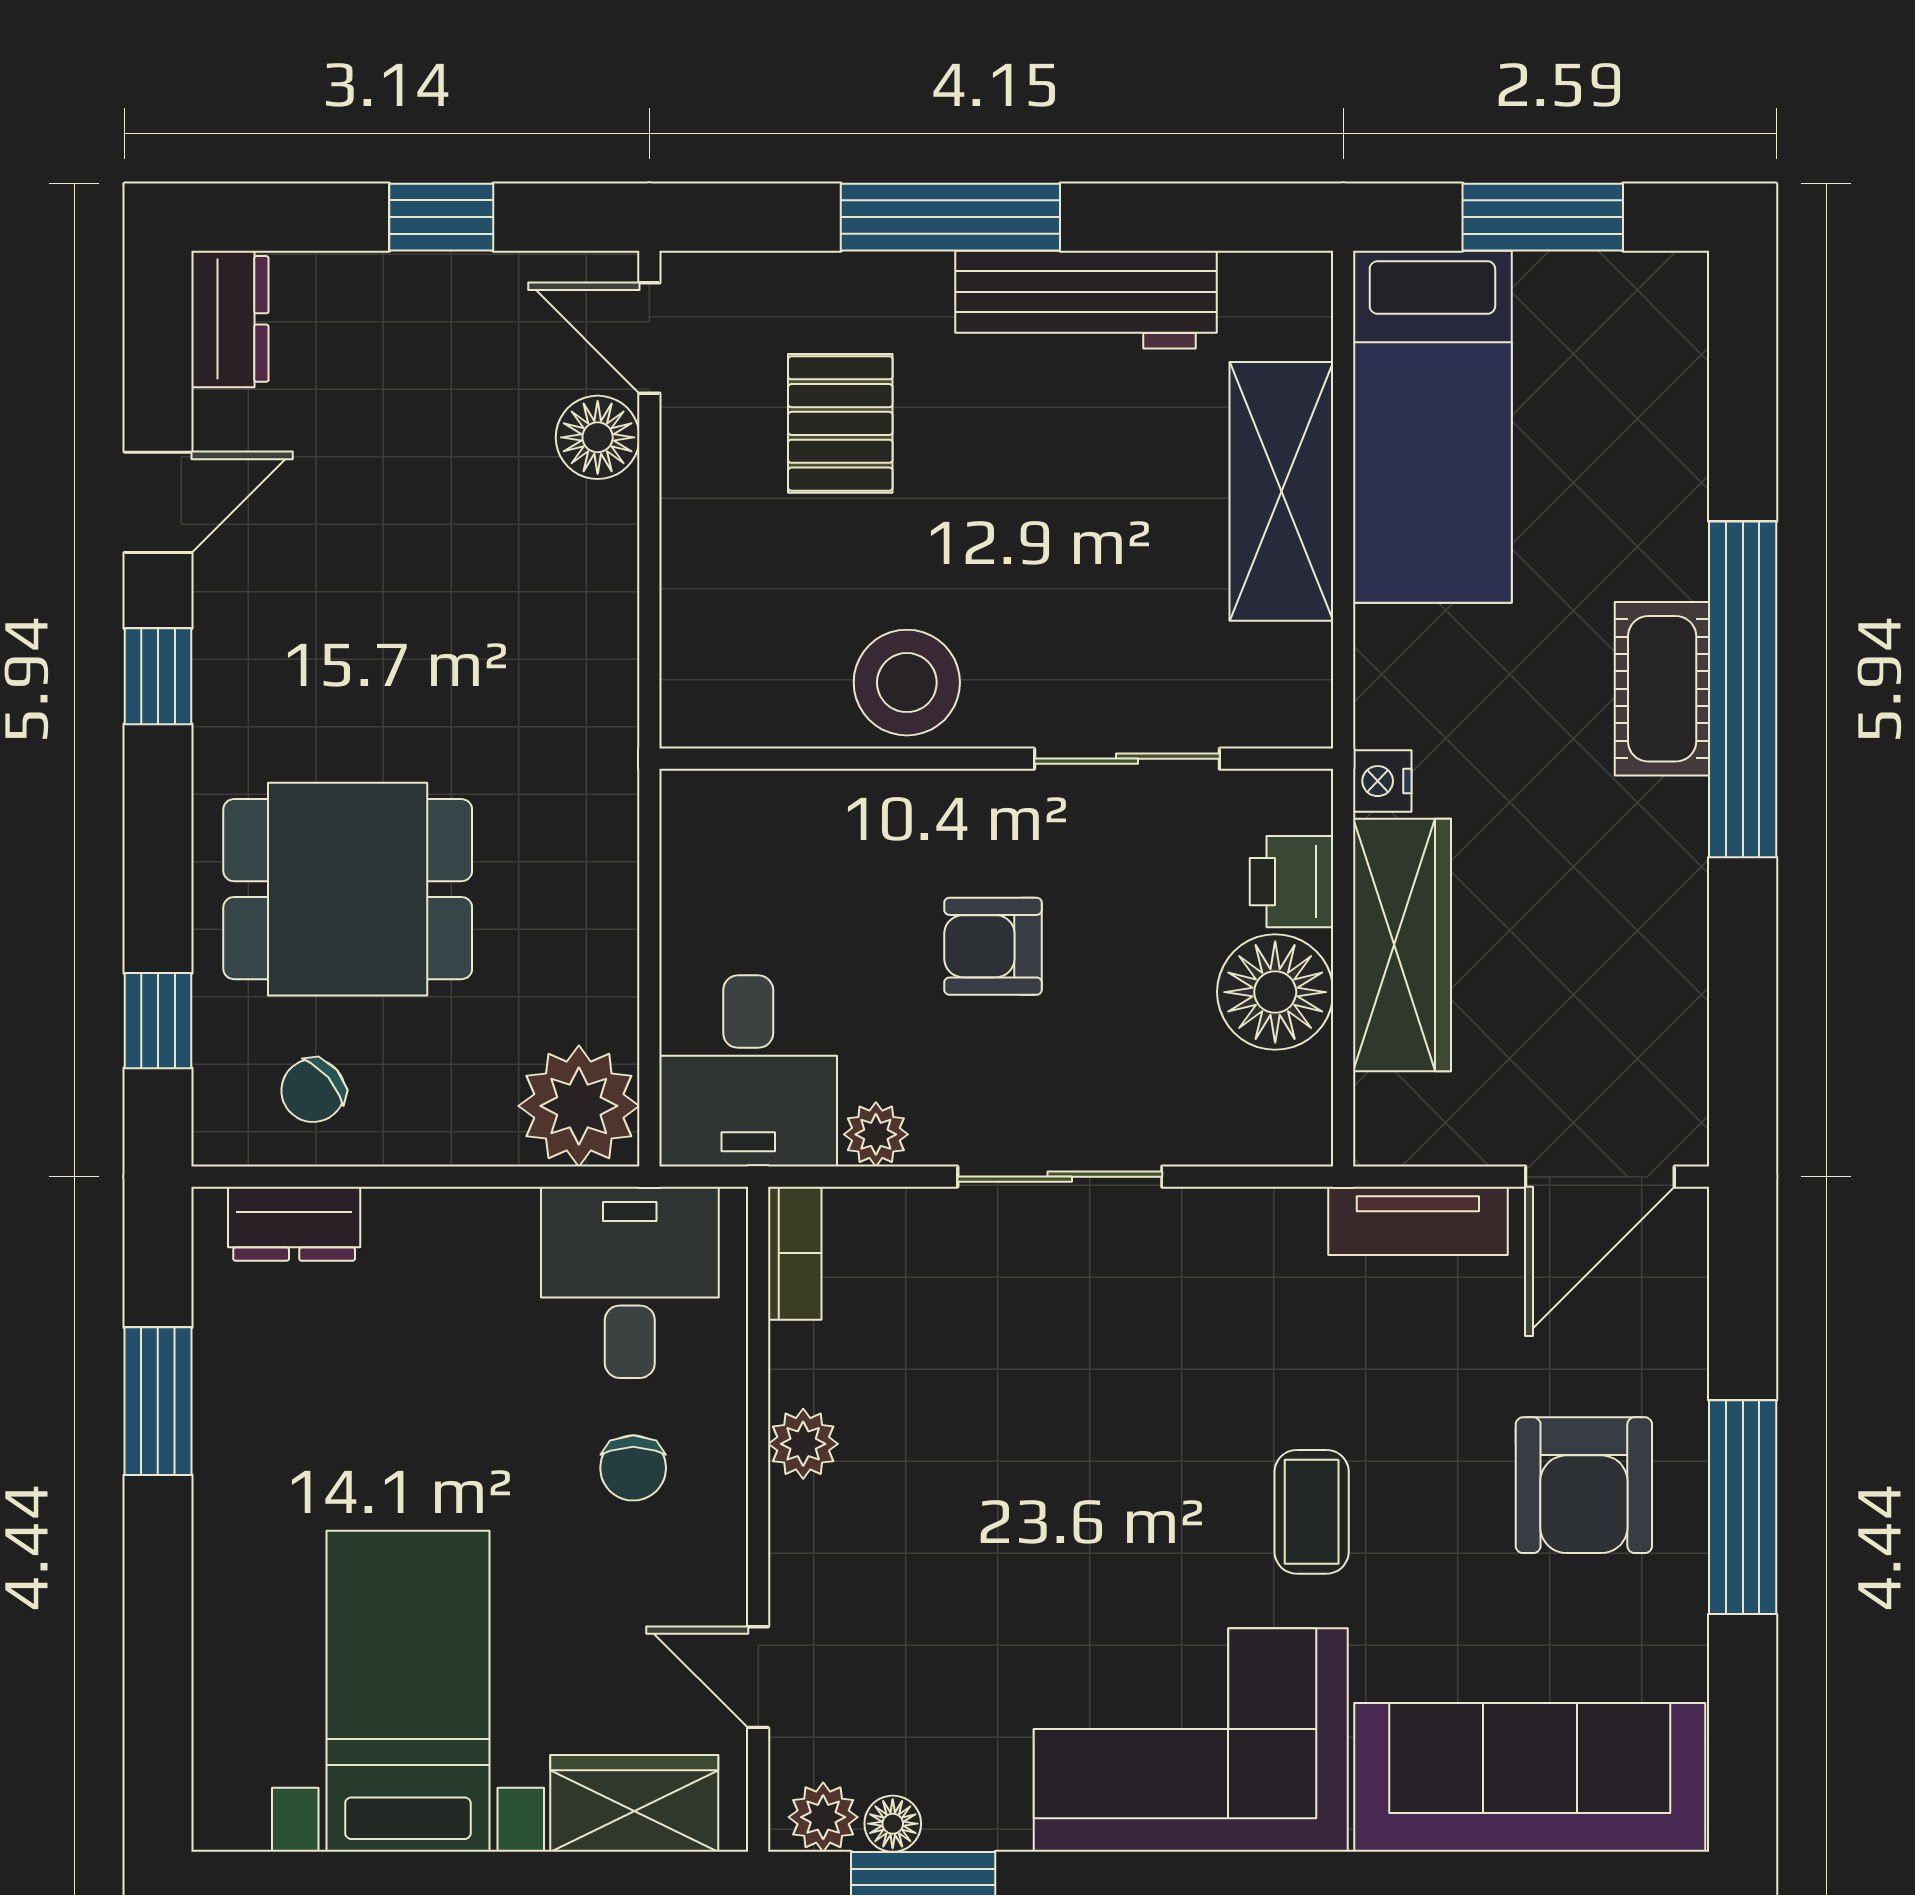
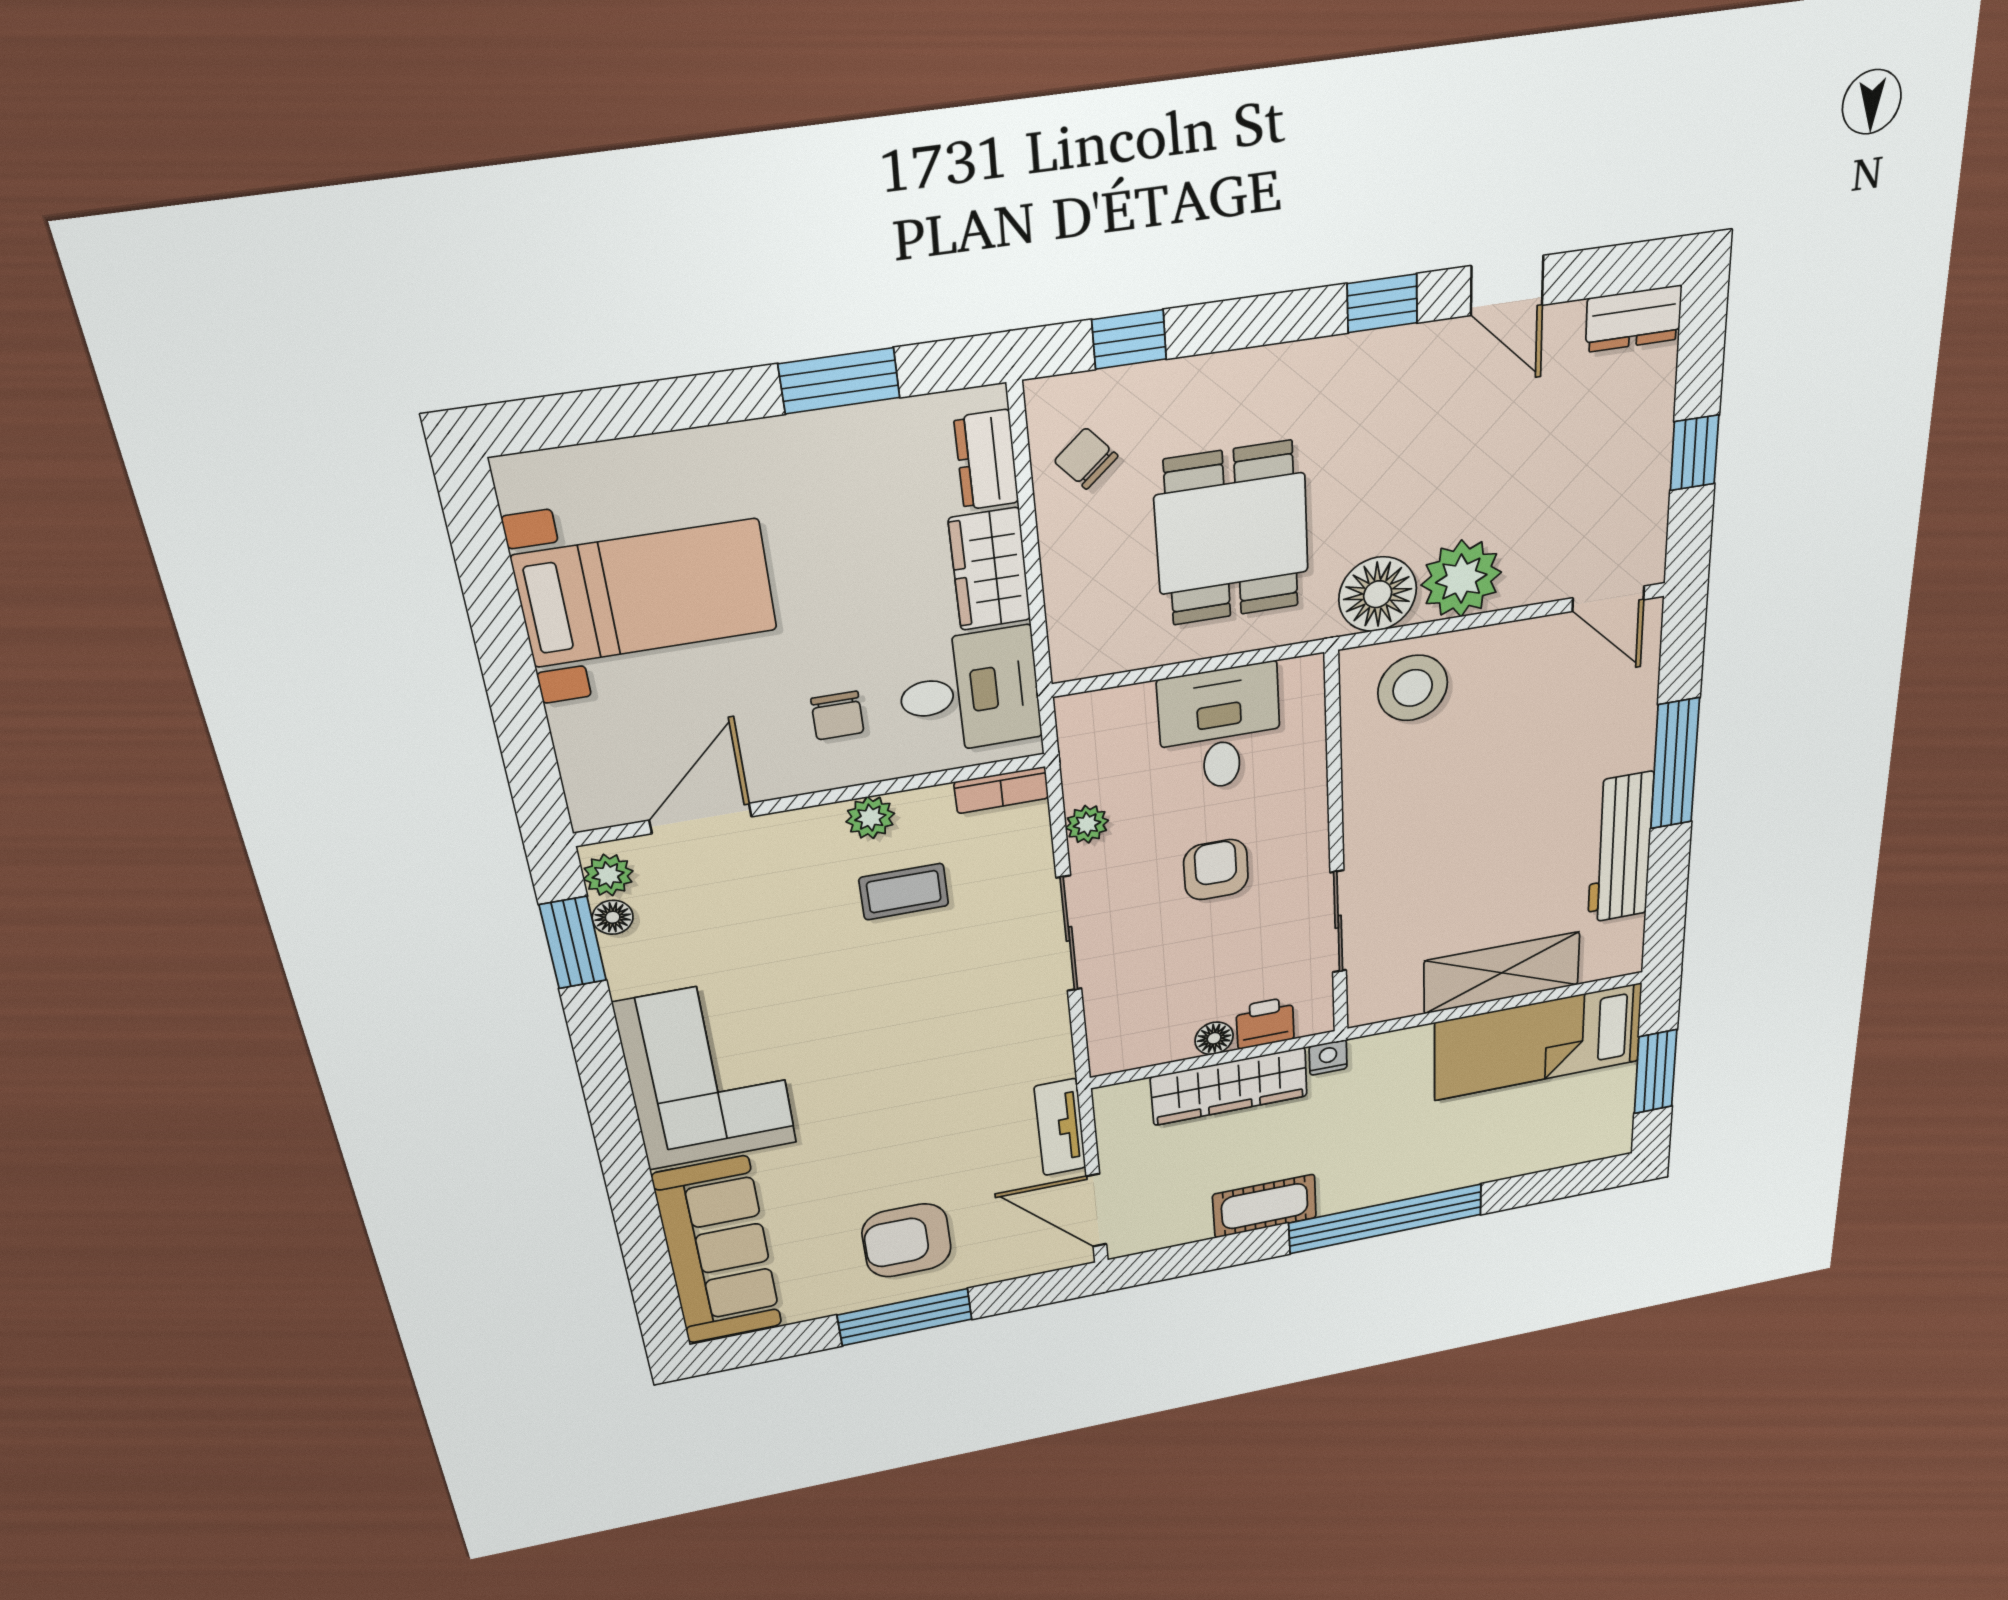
door: (649, 338) -> (1608, 599), swing flipped
pallet: (840, 423) -> (1549, 723), removed
floor lamp: (598, 437) -> (1378, 594), moved, width x1.38, depth x1.38
stool: (907, 683) -> (1413, 688), moved
cot: (1662, 689) -> (1265, 1206), moved
dining table: (348, 889) -> (1232, 534), moved
floor lamp: (1275, 992) -> (1214, 1038), width x0.53, depth x0.53
desk: (748, 1071) -> (1220, 729), moved, turned 90
plant: (579, 1106) -> (1461, 579), moved
chair: (633, 1468) -> (837, 715), turned -90
coffee table: (1312, 1512) -> (904, 892), moved
door: (758, 1677) -> (701, 818), width x1.38
wardrobe: (634, 1803) -> (990, 569), moved, turned 180

